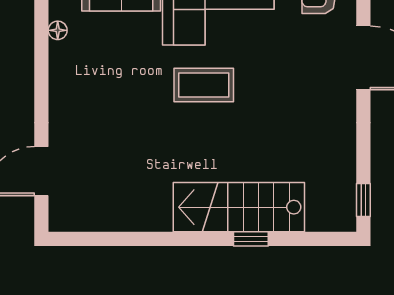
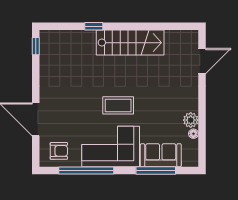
plant: (63, 57) -> (191, 120), added
stairs: (239, 207) -> (130, 43), moved

